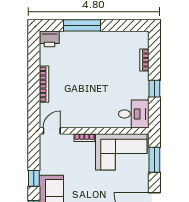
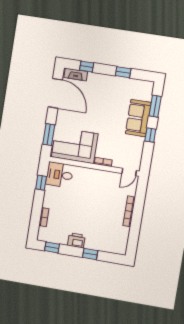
window: (82, 25) -> (90, 254), width x0.46
window: (129, 25) -> (52, 247), added
printer: (50, 39) -> (76, 240), moved
window: (154, 89) -> (41, 183), moved

